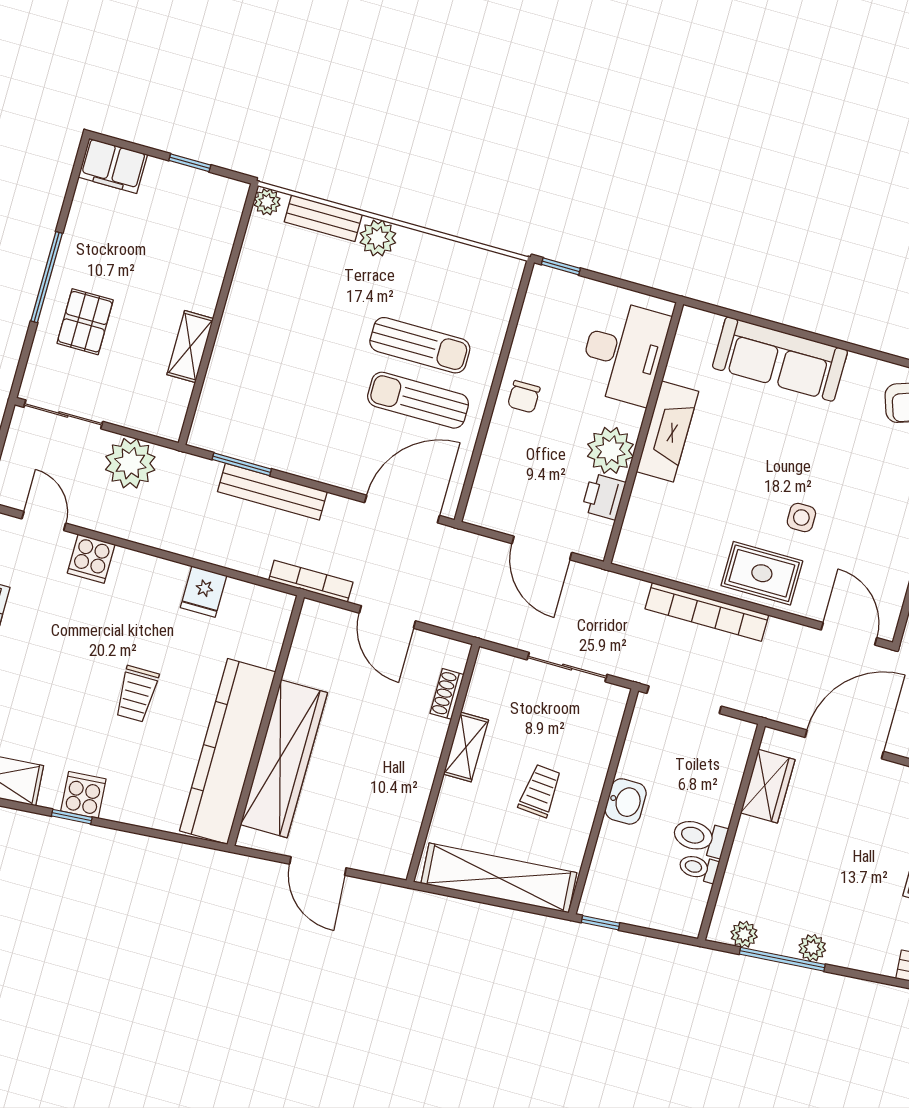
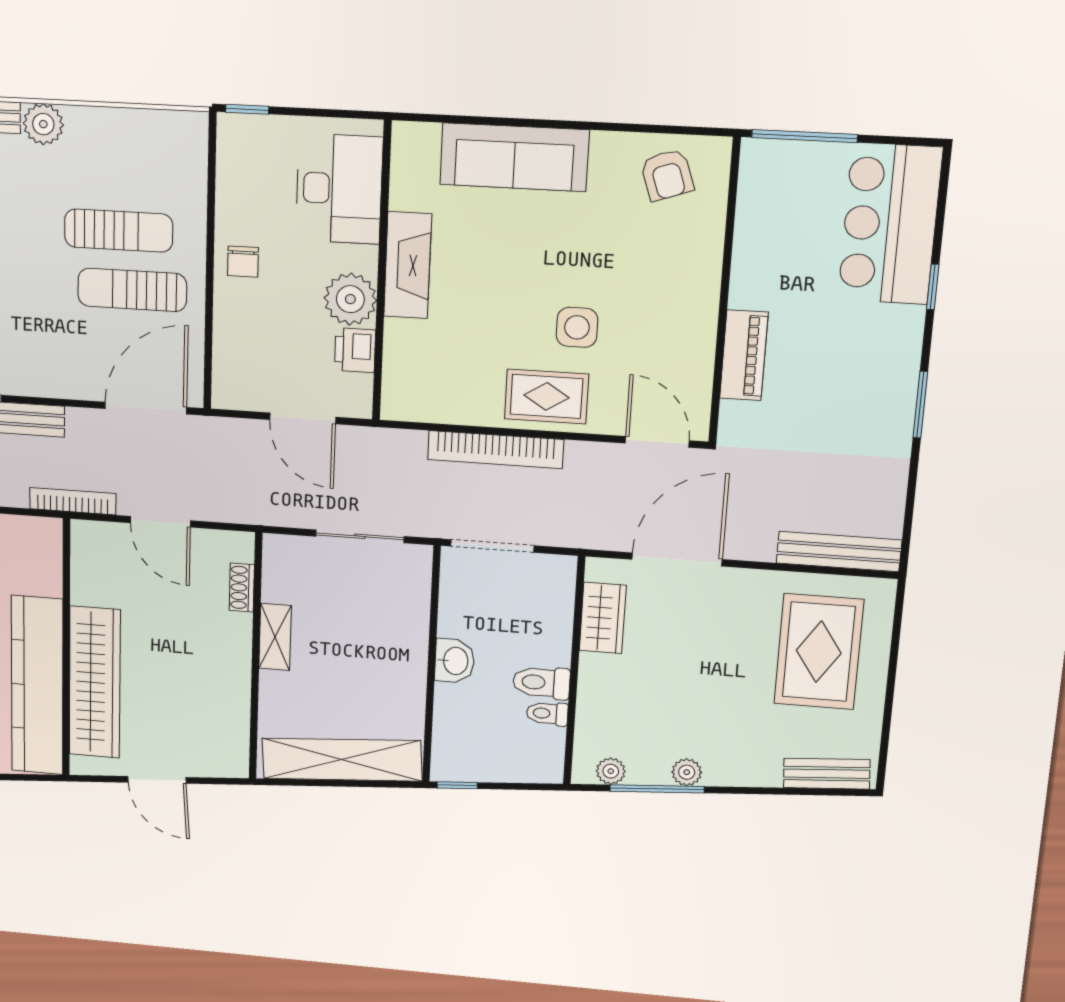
side table: (801, 518) -> (577, 327), width x1.37, depth x1.37
trolley: (540, 791) -> (363, 667), removed

